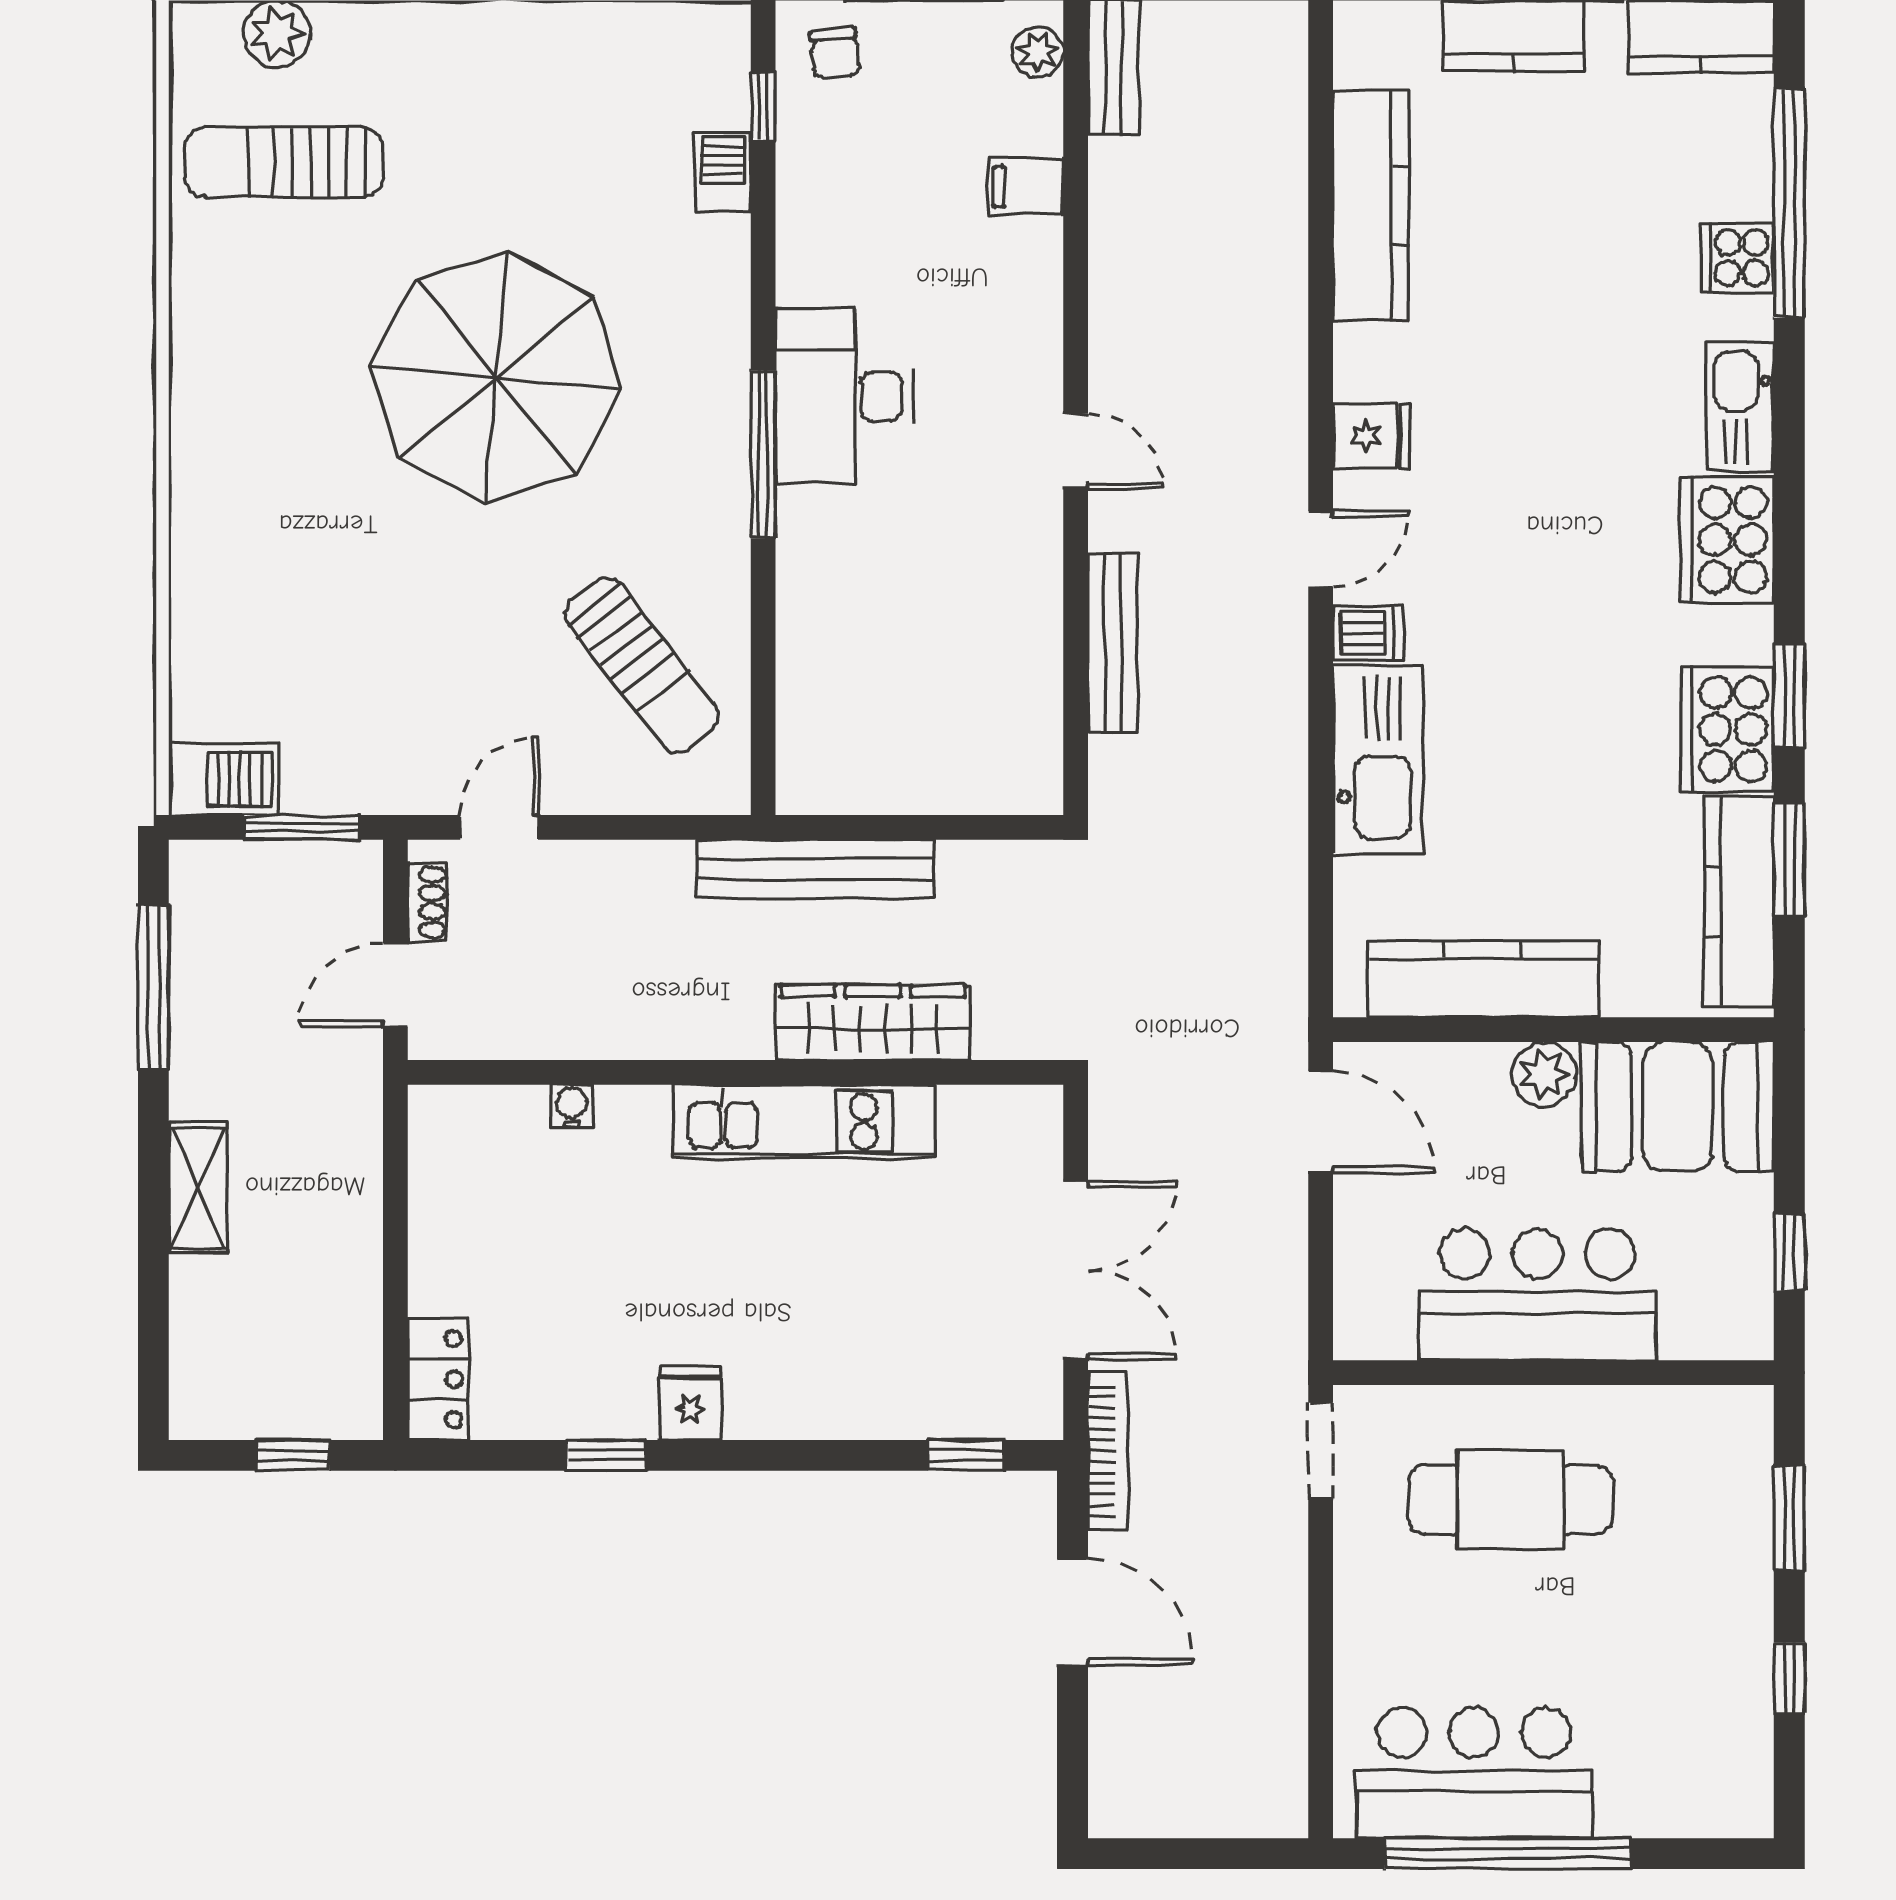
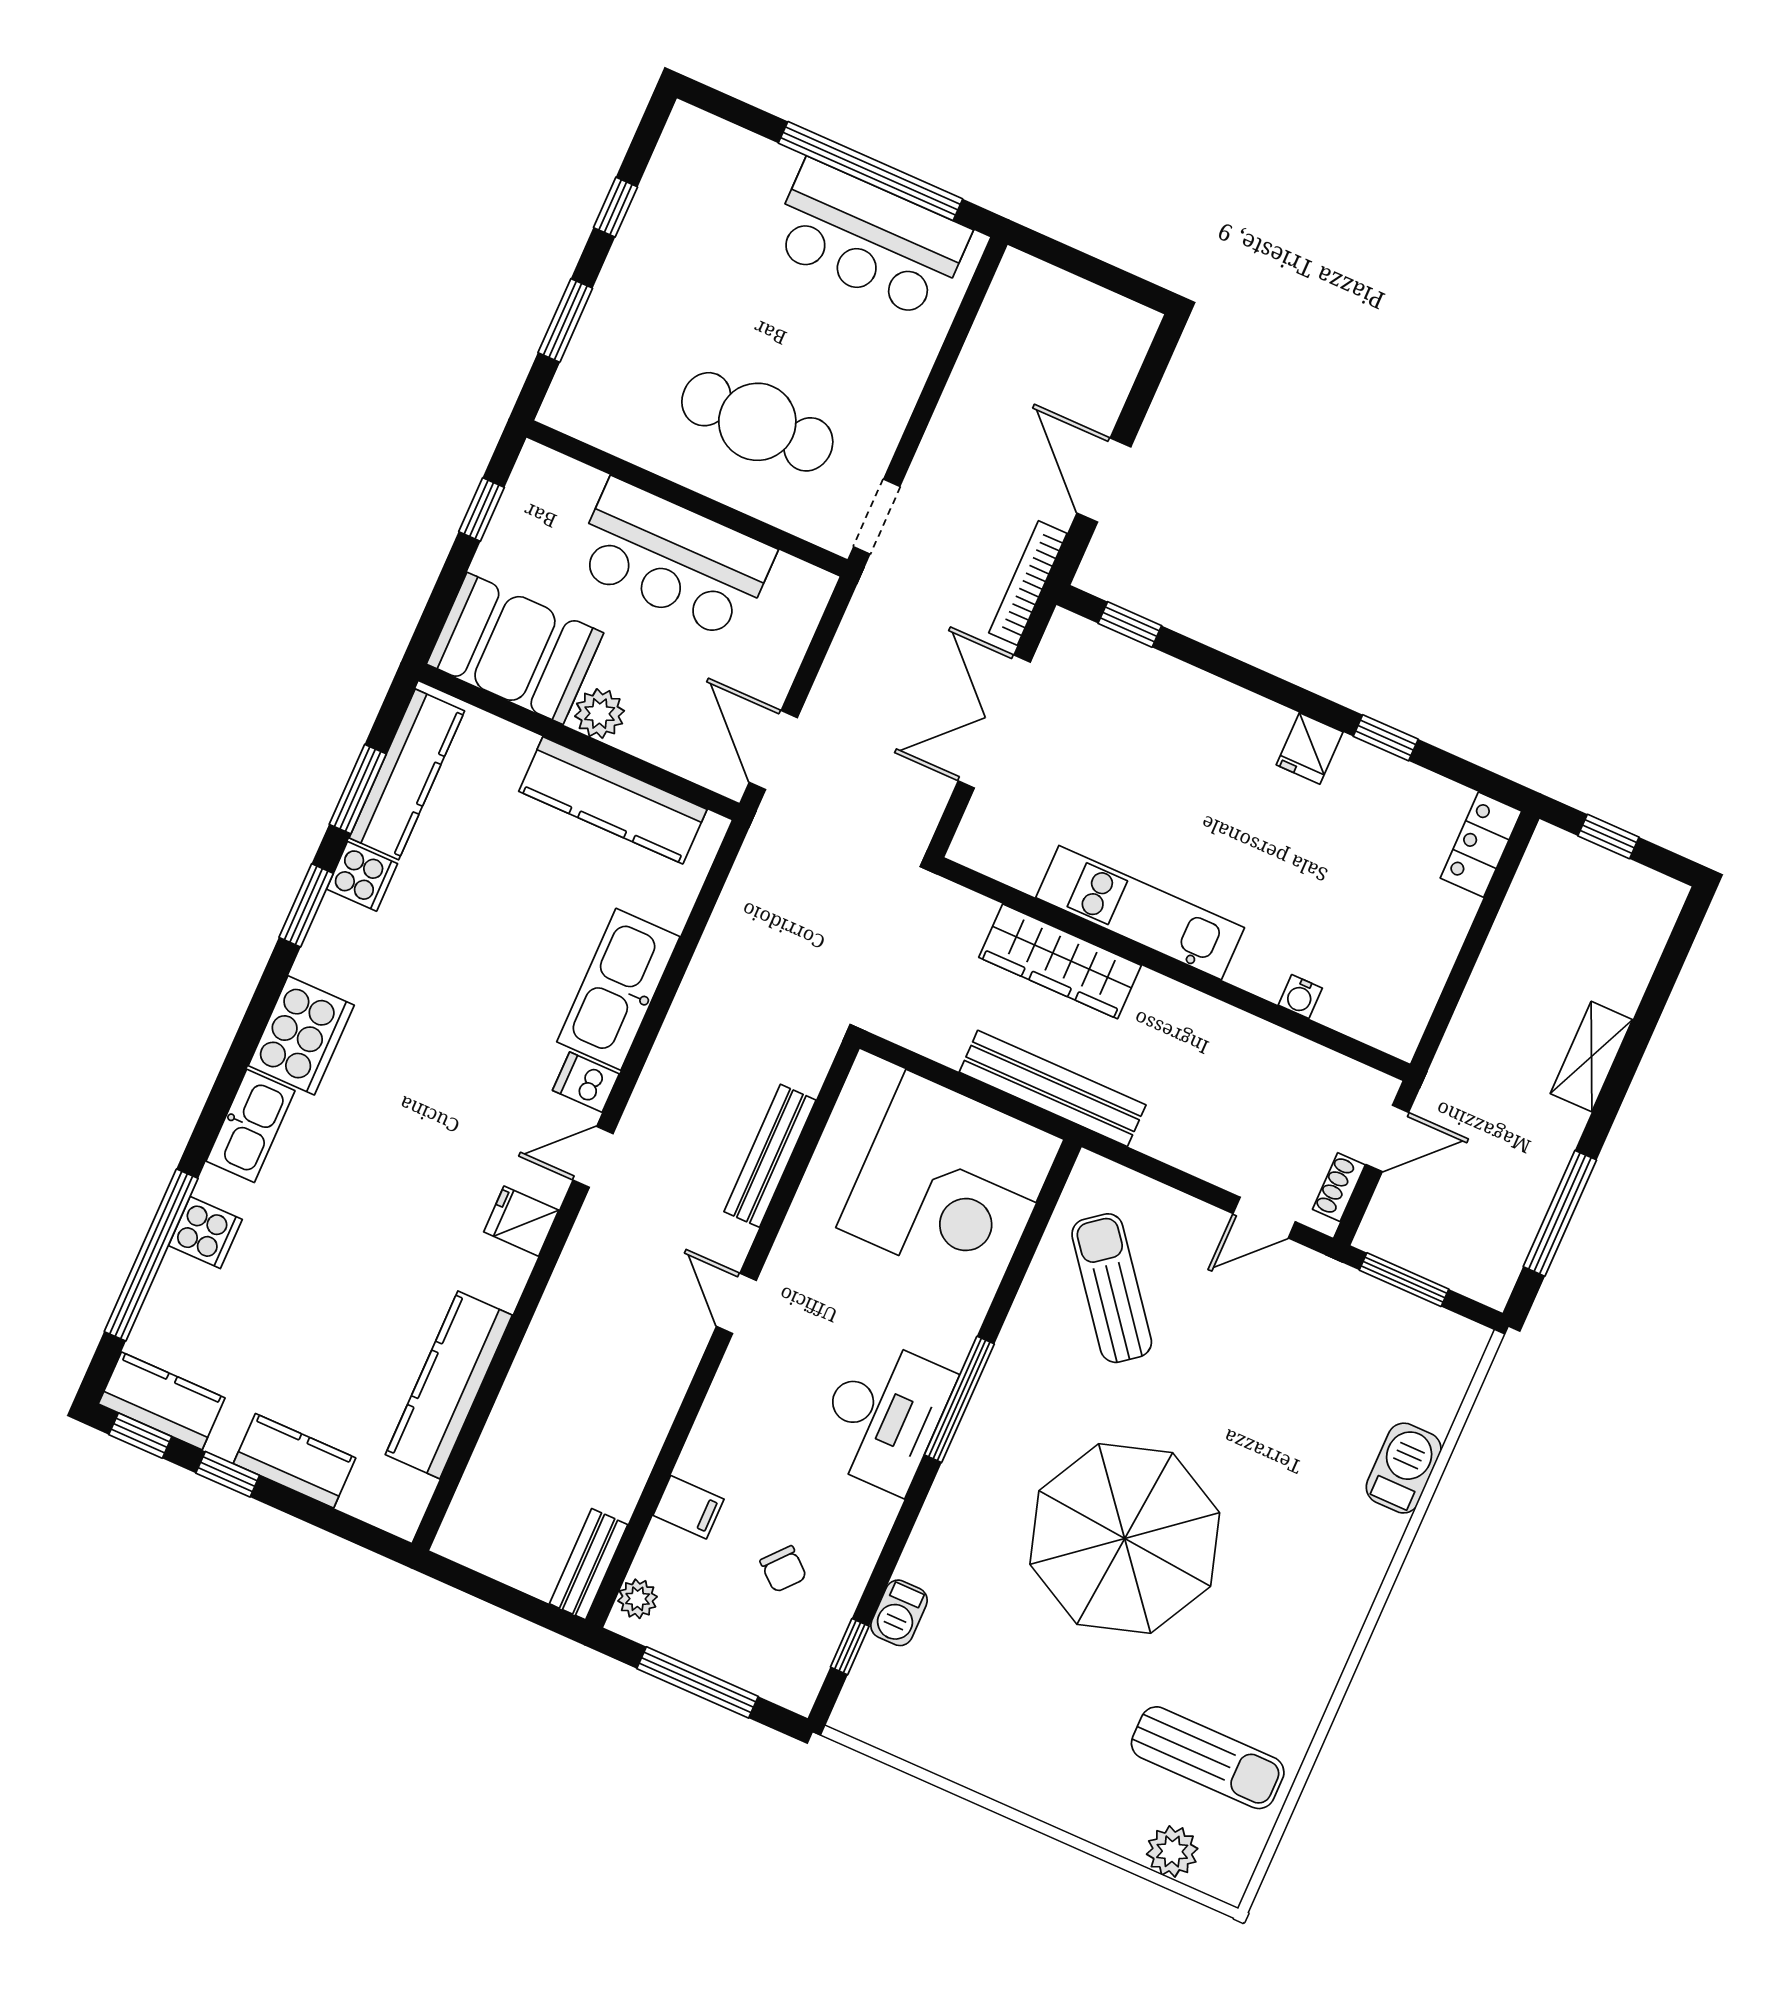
chair: (835, 53) -> (783, 1569), moved, turned 137
corner desk: (887, 704) -> (950, 1183), added
cooker: (1728, 729) -> (362, 876), width x0.53, depth x0.76
barbecue: (224, 779) -> (1404, 1468), moved, turned 90

